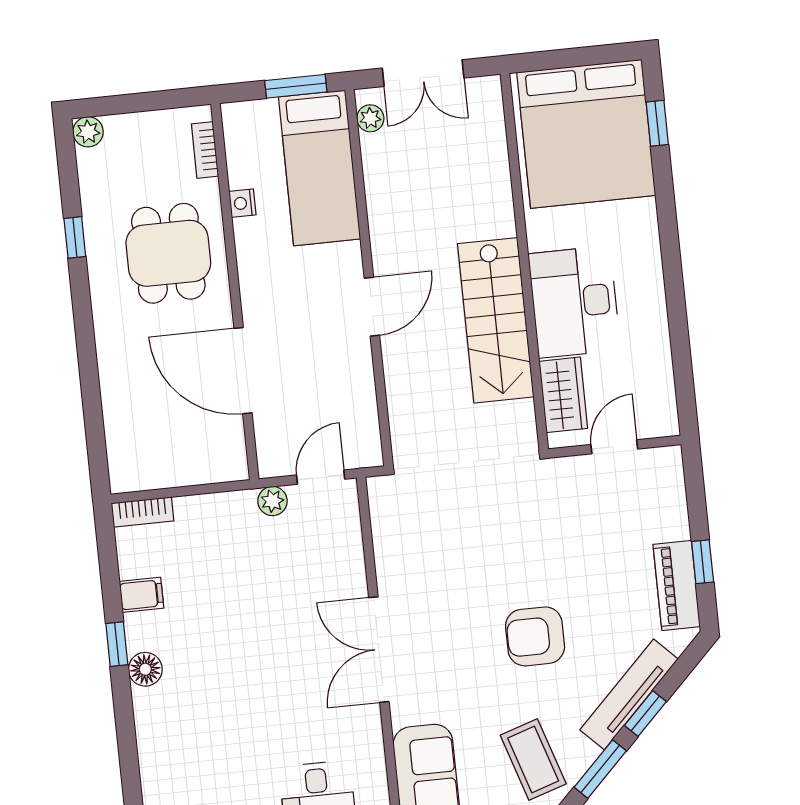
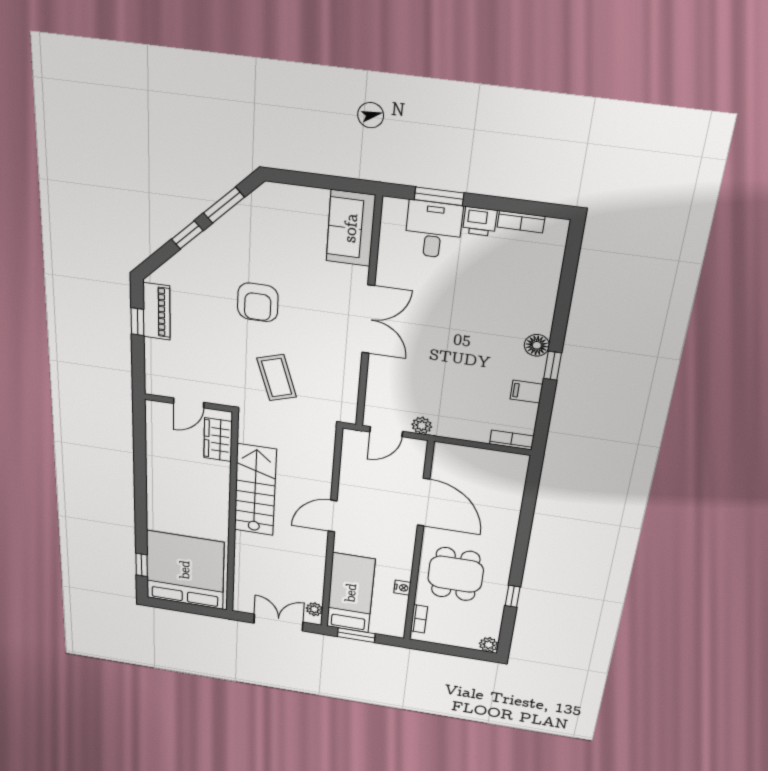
desk: (574, 302) -> (204, 488), removed
armchair: (535, 636) -> (258, 302), turned 90
tv unit: (629, 694) -> (197, 250), removed
coffee table: (533, 759) -> (277, 378), moved

